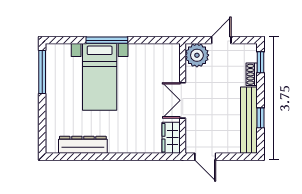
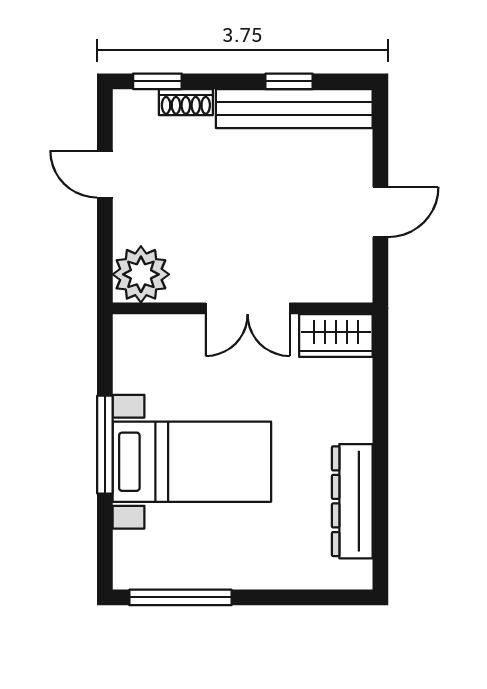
plant: (197, 55) -> (141, 274), moved
wall: (183, 98) -> (243, 308), moved
double door: (183, 100) -> (248, 308), moved
wardrobe: (171, 138) -> (336, 335), moved

